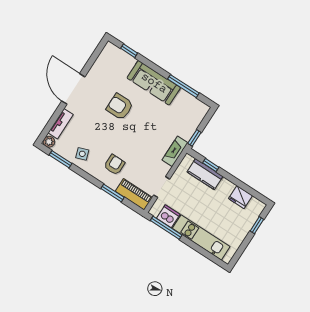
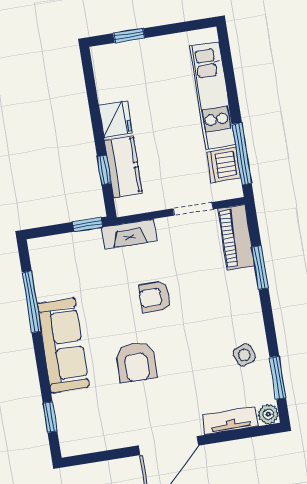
armchair: (114, 165) -> (155, 297), moved
fridge: (241, 197) -> (115, 119), moved

